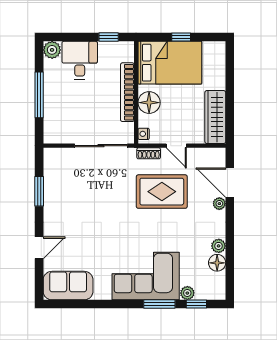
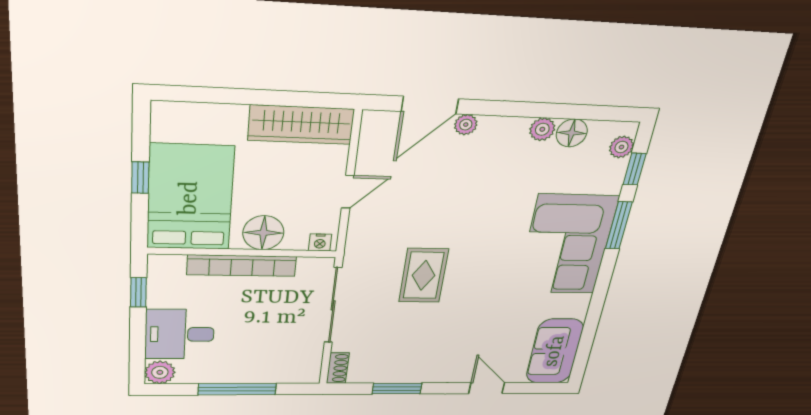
shoe rack: (149, 153) -> (338, 368), moved
rug: (162, 192) -> (424, 275), moved, width x0.73, depth x0.70
plant: (187, 293) -> (621, 147), moved

